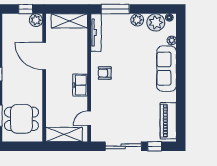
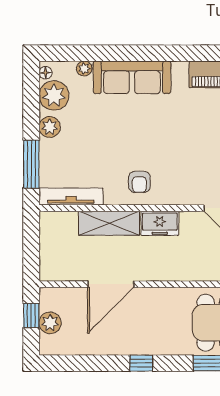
plant: (36, 20) -> (50, 323), moved
shelving: (69, 21) -> (109, 223), moved, turned 90

